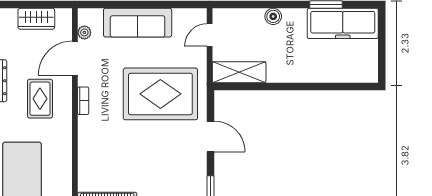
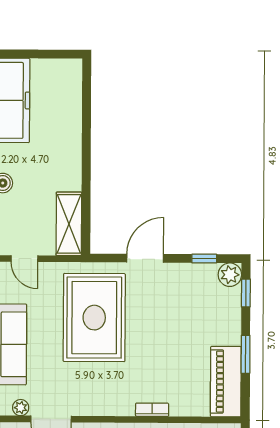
bookcase: (83, 101) -> (152, 410), moved

